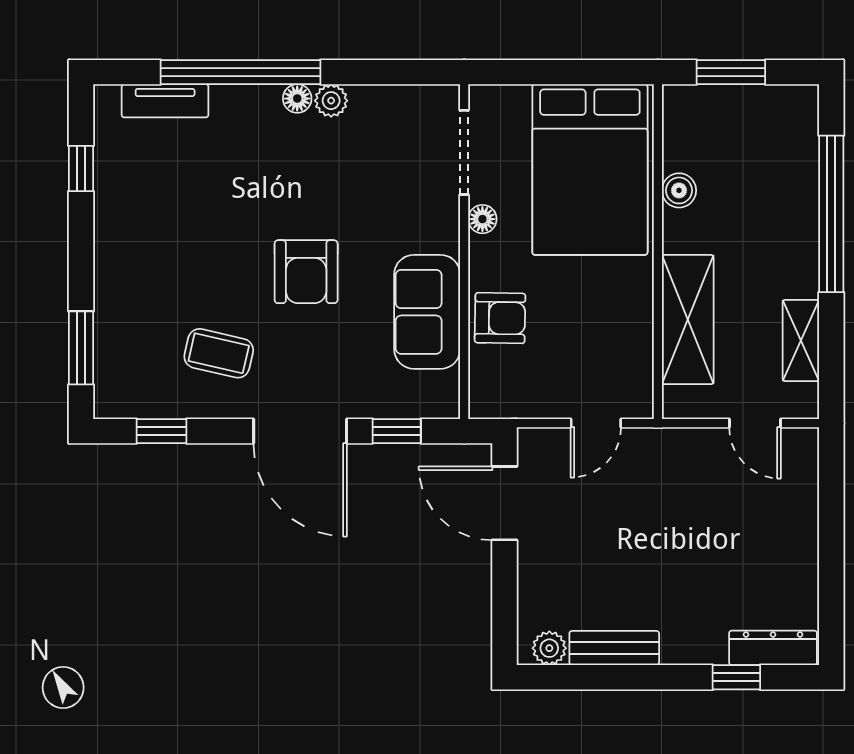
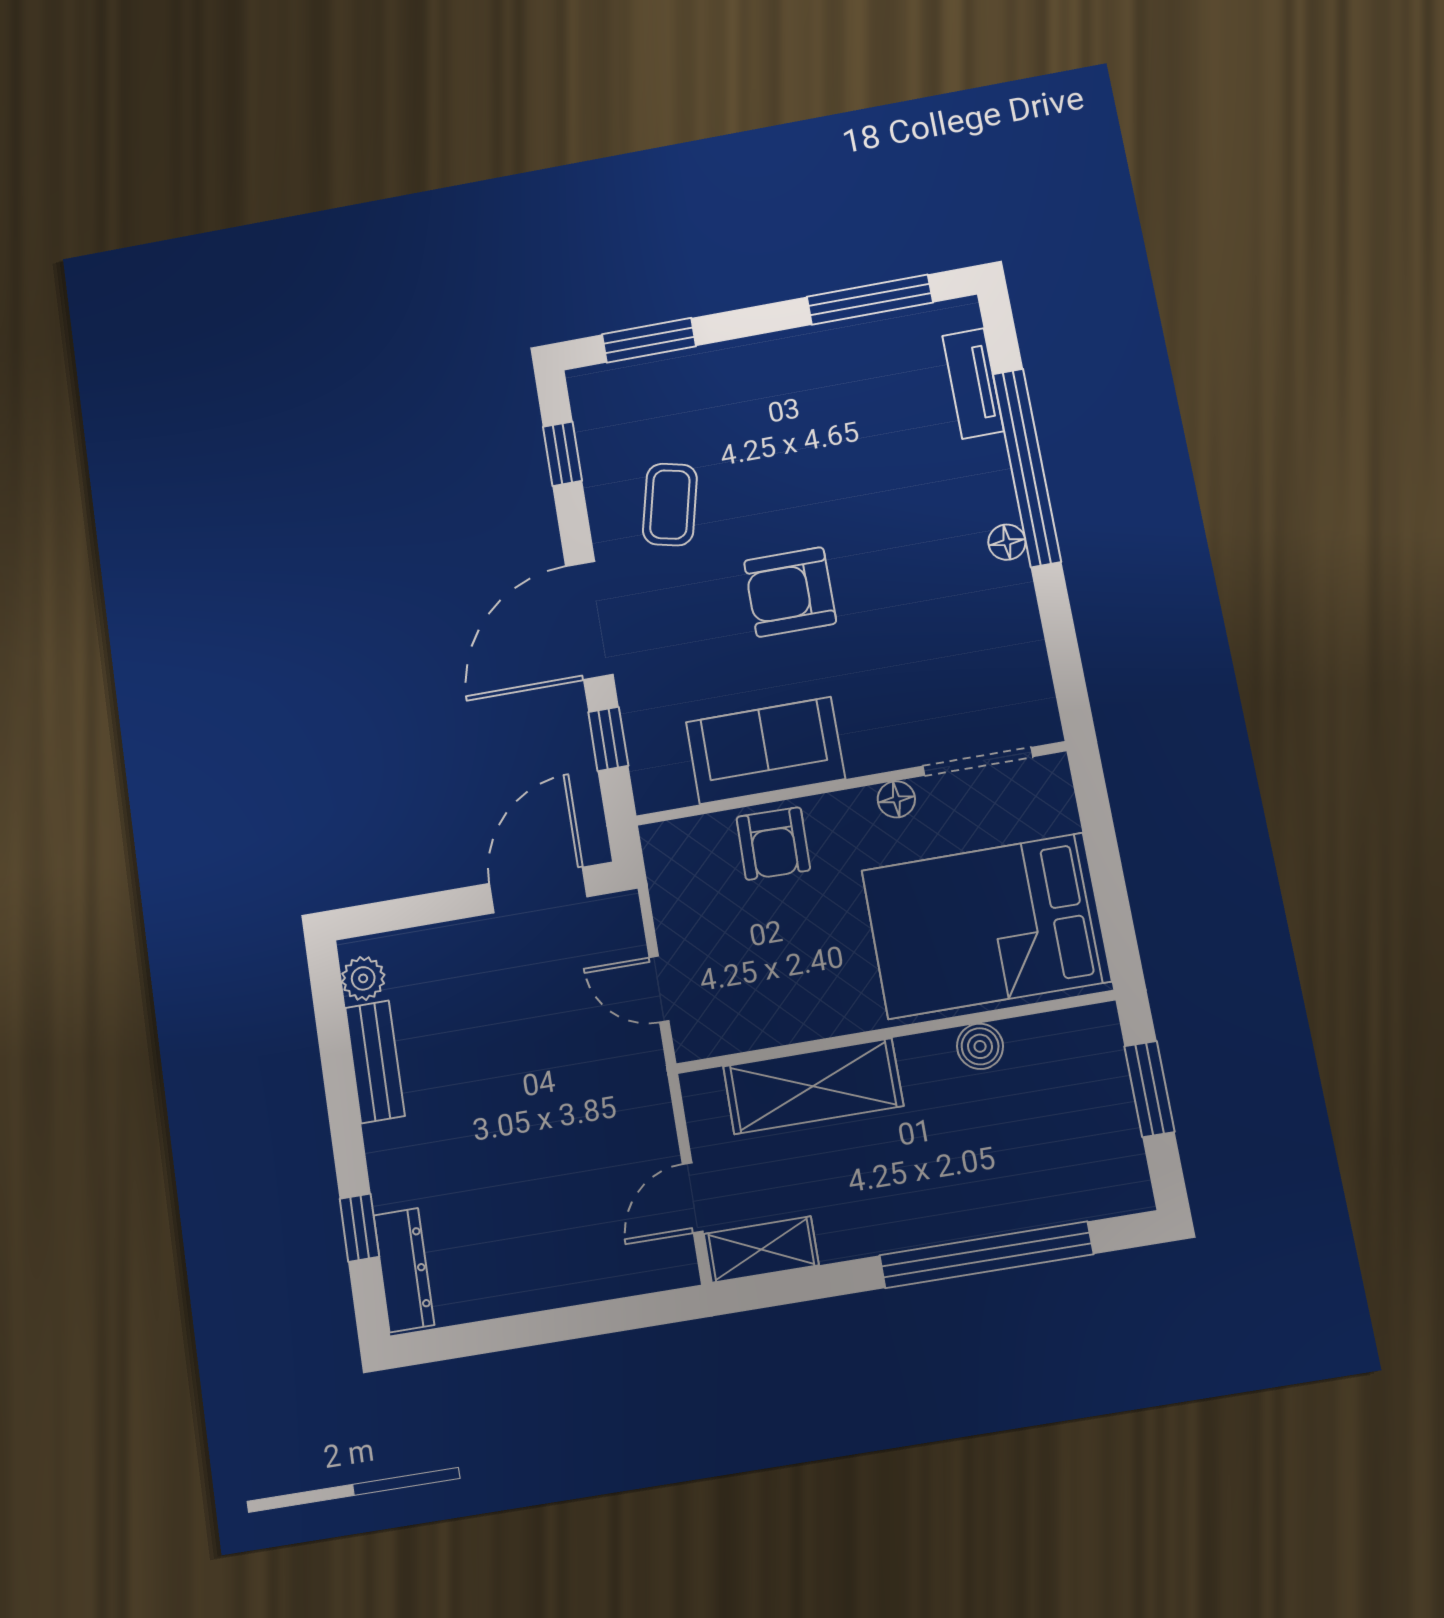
plant: (331, 101) -> (1012, 584), removed
window: (81, 169) -> (870, 300), width x2.17
shelving: (801, 340) -> (761, 1250), moved

